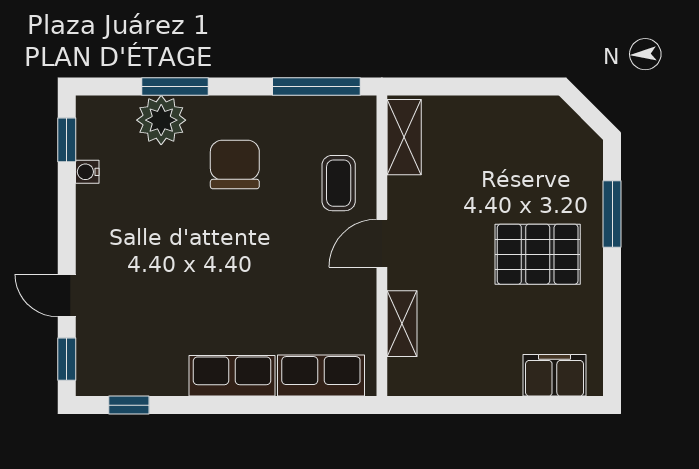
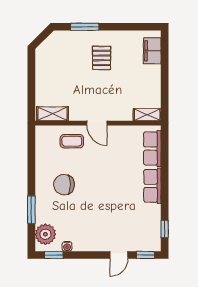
window: (316, 86) -> (31, 151), removed
plant: (161, 120) -> (45, 234), moved
pallet: (538, 254) -> (102, 58), width x0.67, depth x0.71
shelving: (402, 324) -> (147, 115), moved

